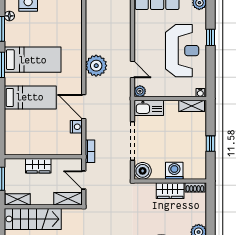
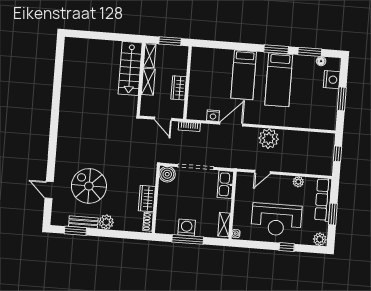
plant: (140, 91) -> (298, 182), moved
window: (211, 144) -> (188, 239), width x2.17
wardrobe: (38, 166) -> (179, 88), moved
washing machine: (174, 171) -> (187, 227), moved, turned -90
door: (84, 180) -> (163, 119), swing flipped
shelving: (68, 199) -> (148, 82), moved

